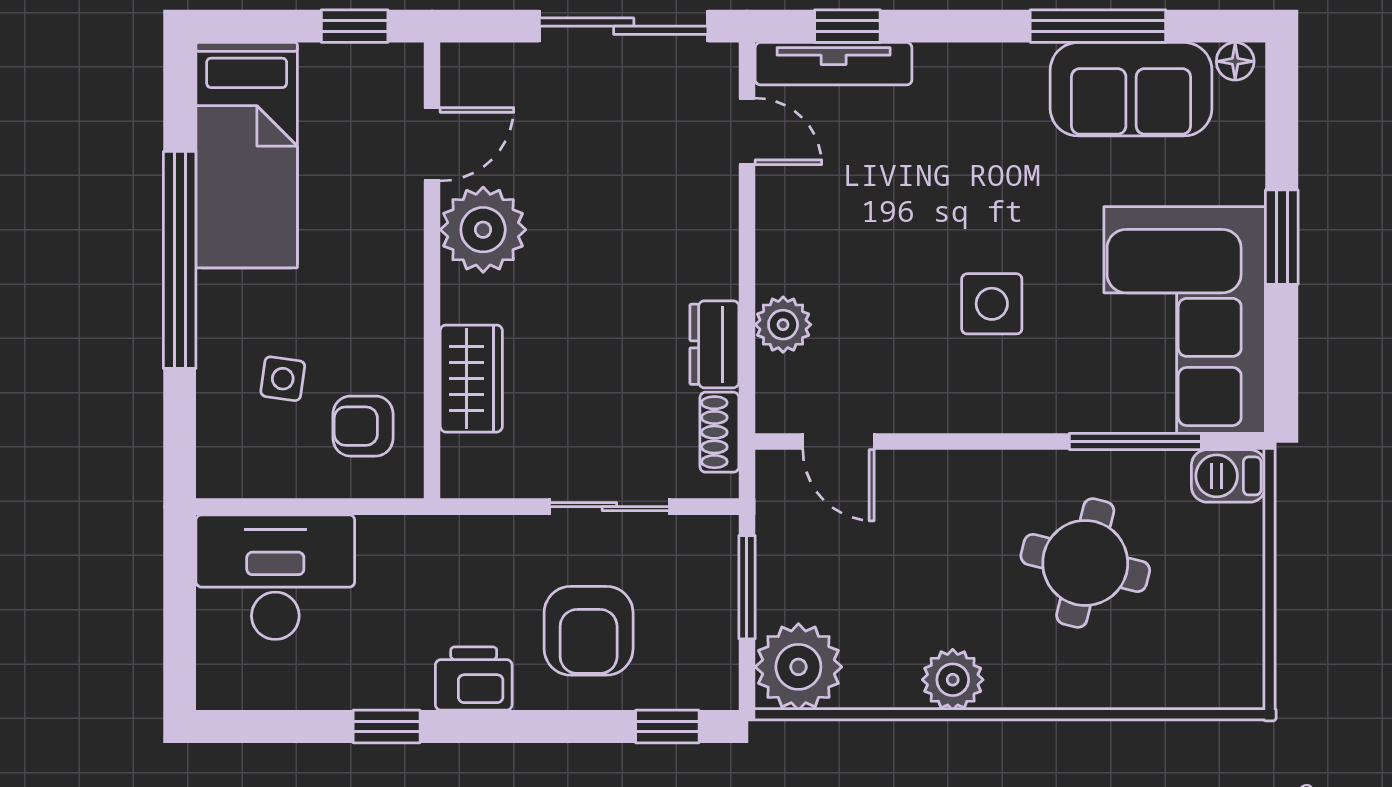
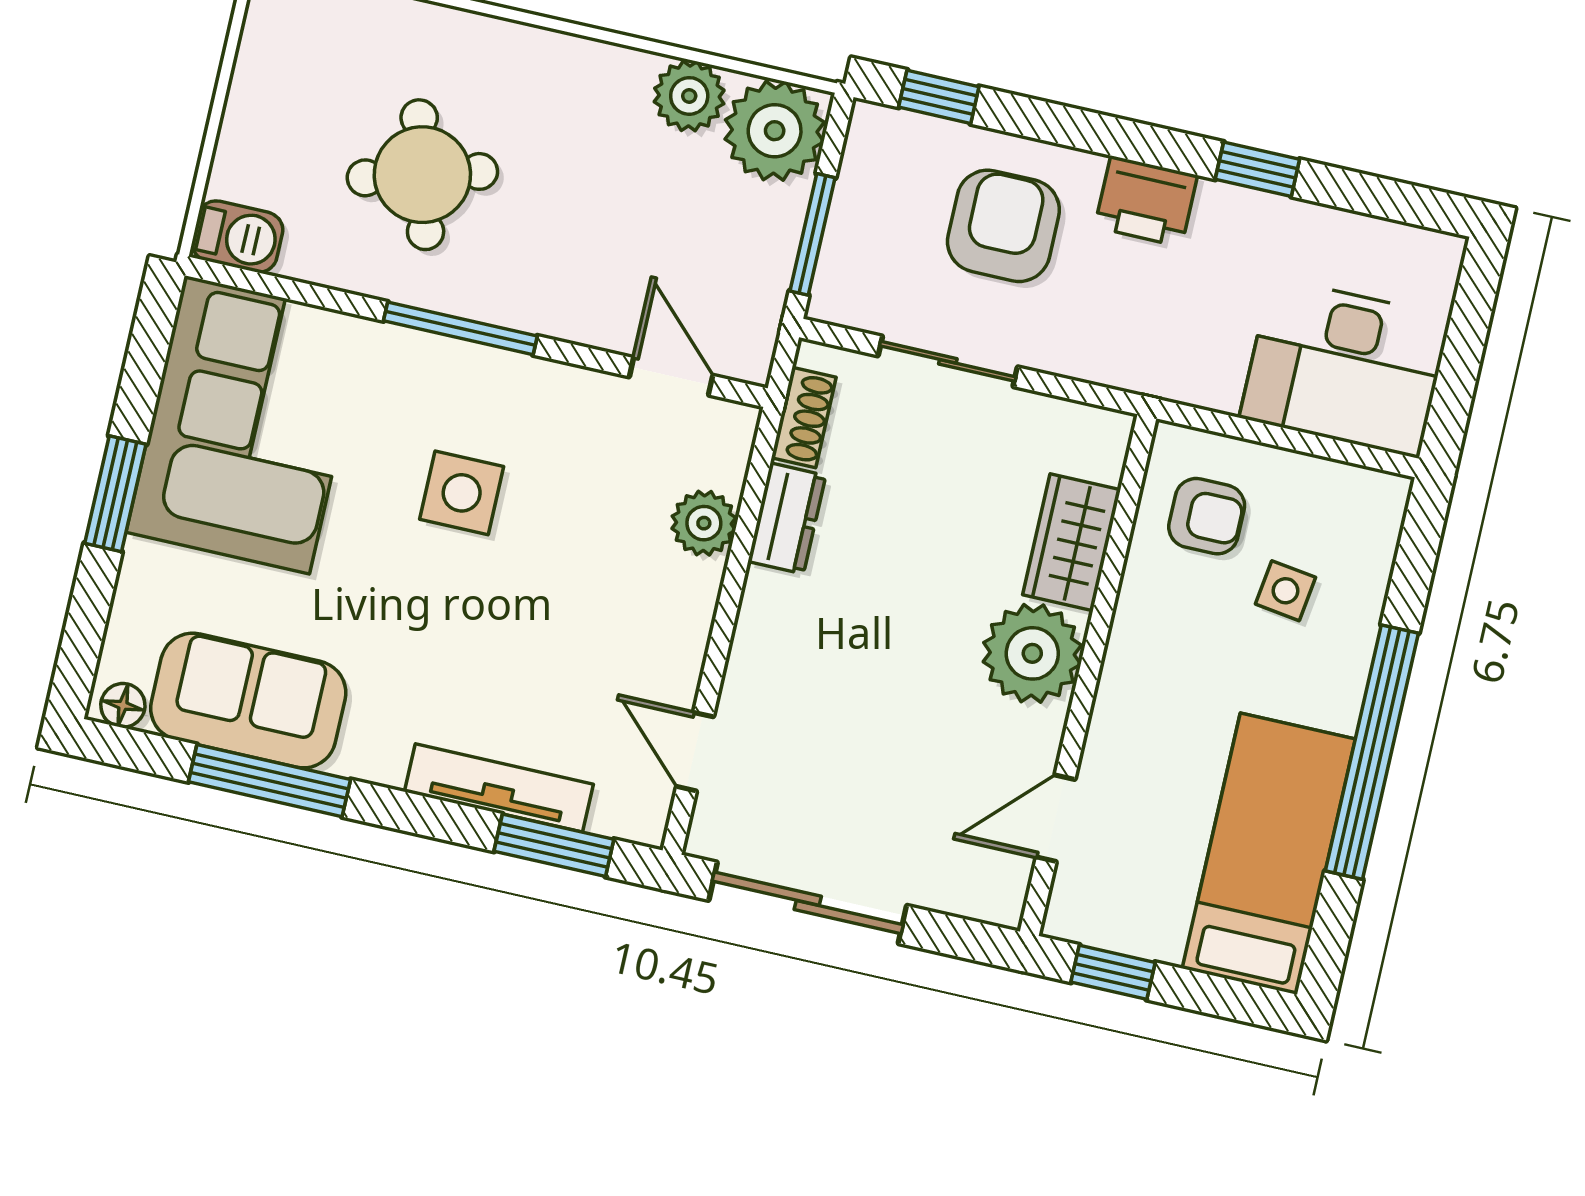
window: (847, 26) -> (554, 845), width x1.50
tv unit: (834, 64) -> (499, 788), moved
plant: (483, 230) -> (1032, 653), moved
window: (1135, 441) -> (460, 328), moved
round table: (1085, 563) -> (422, 175), turned -30
plant: (953, 680) -> (689, 96), moved

